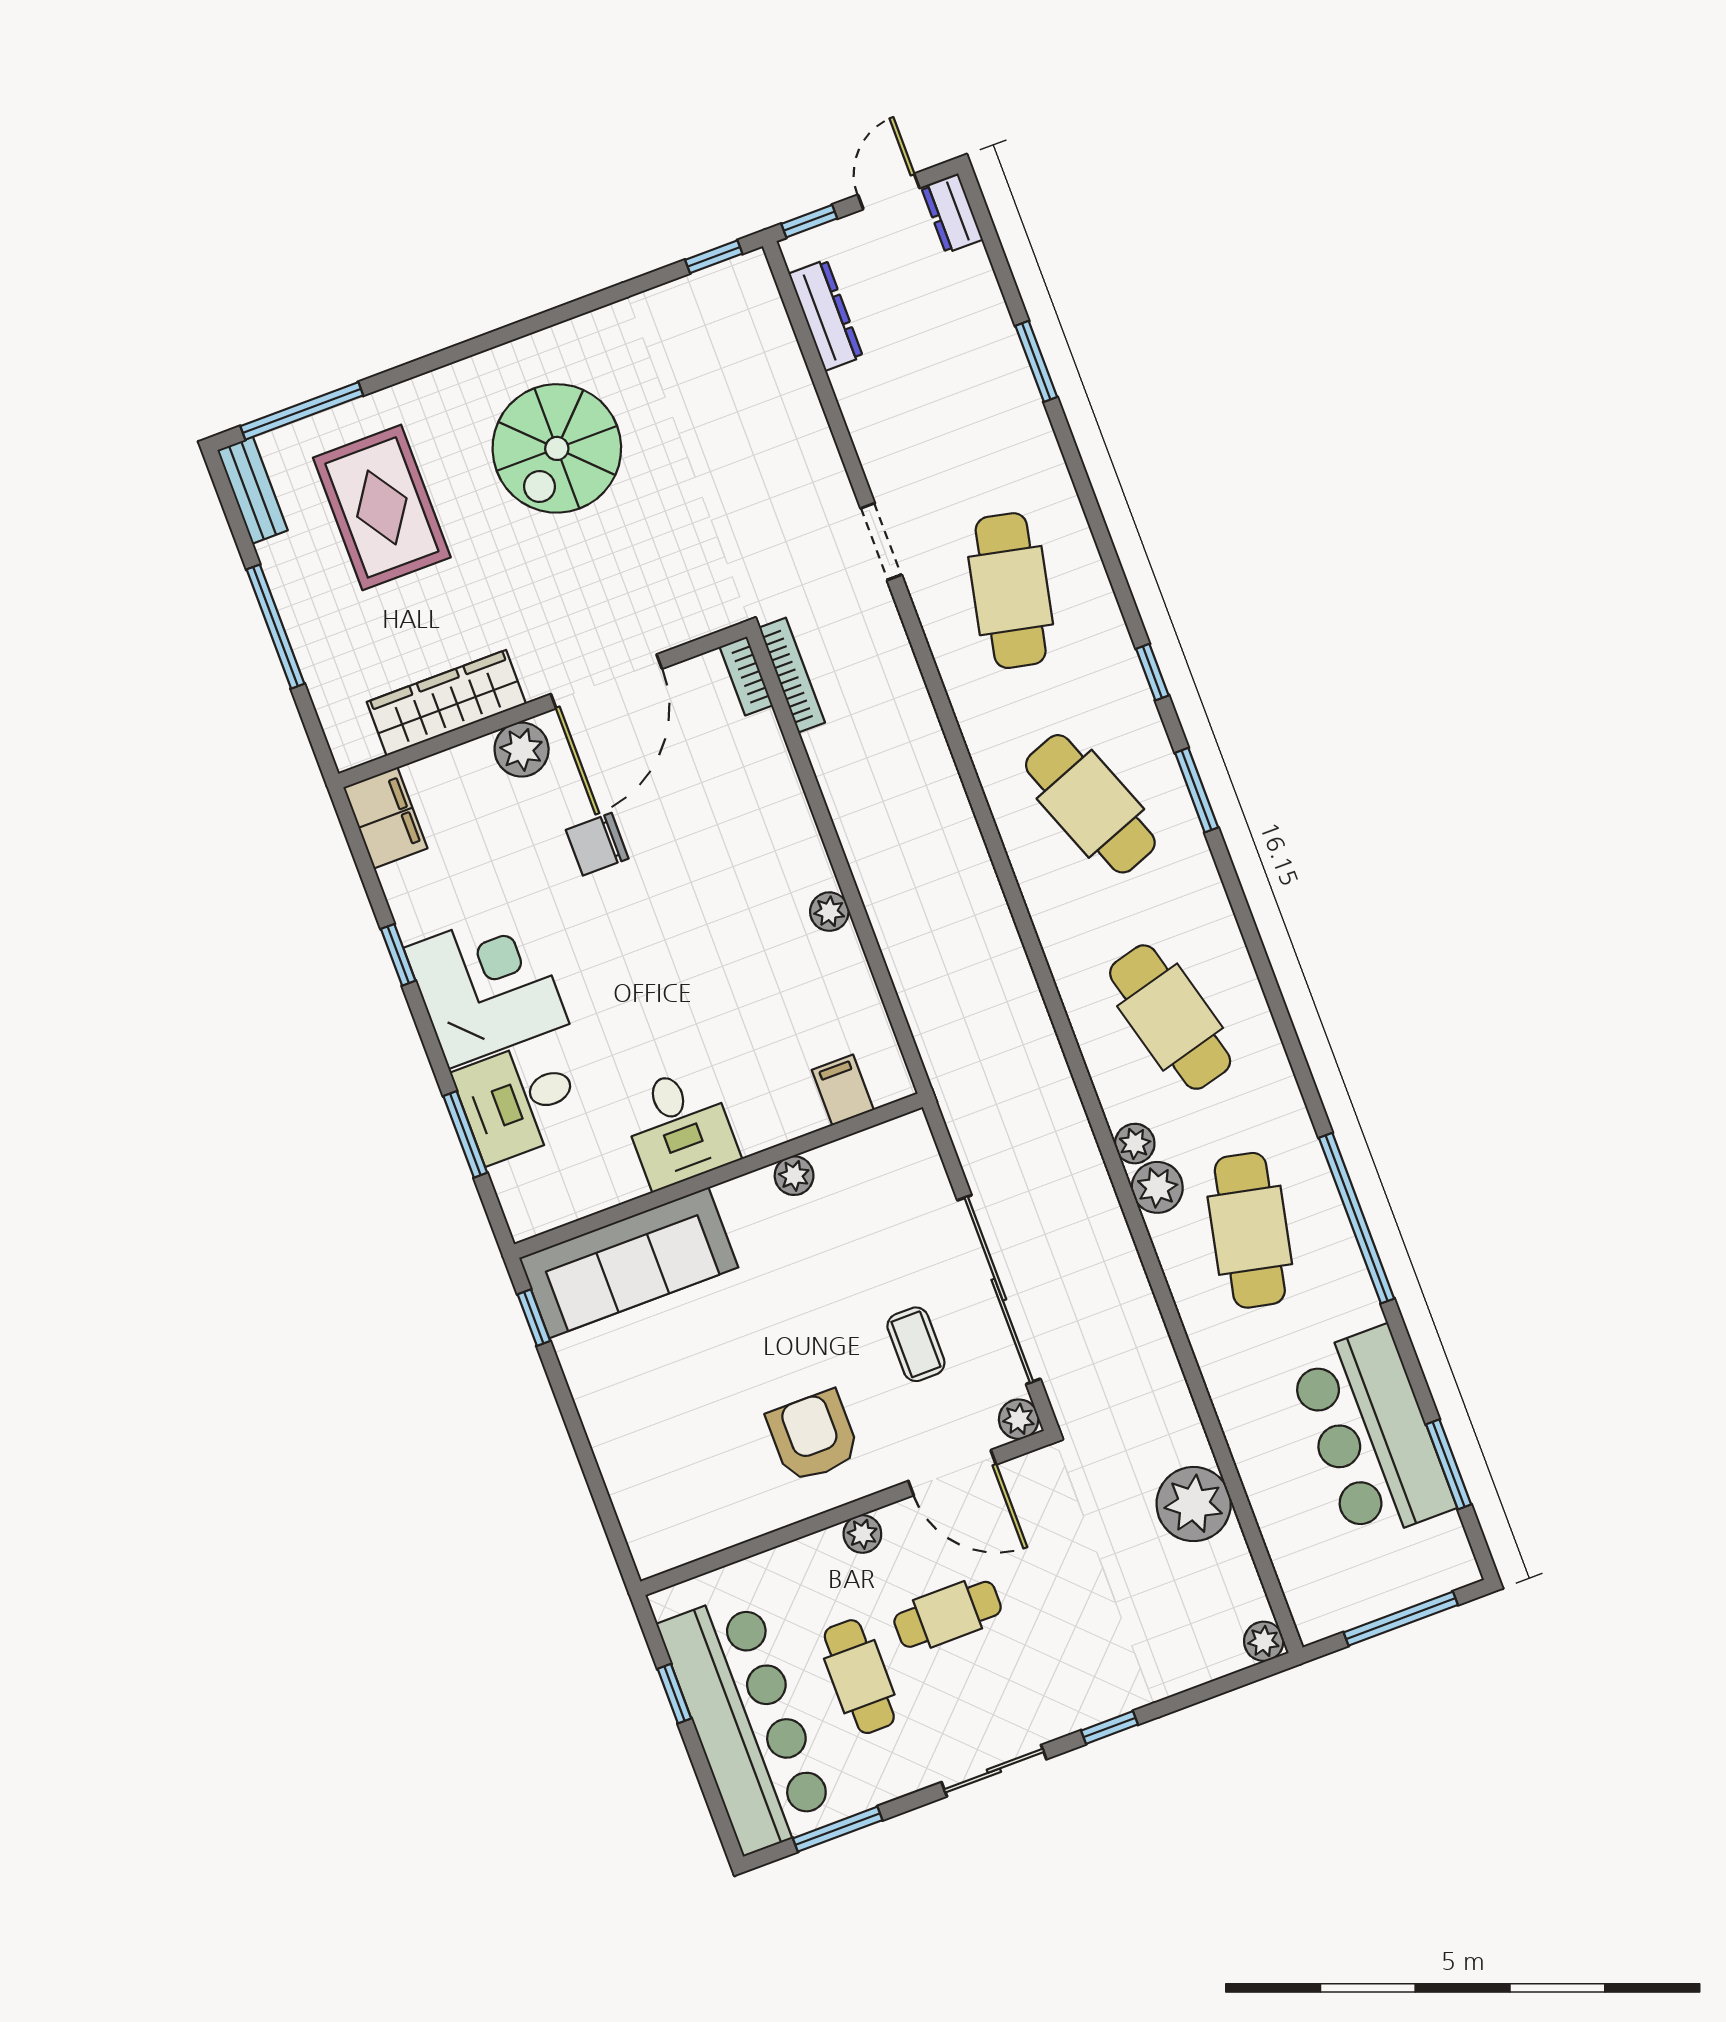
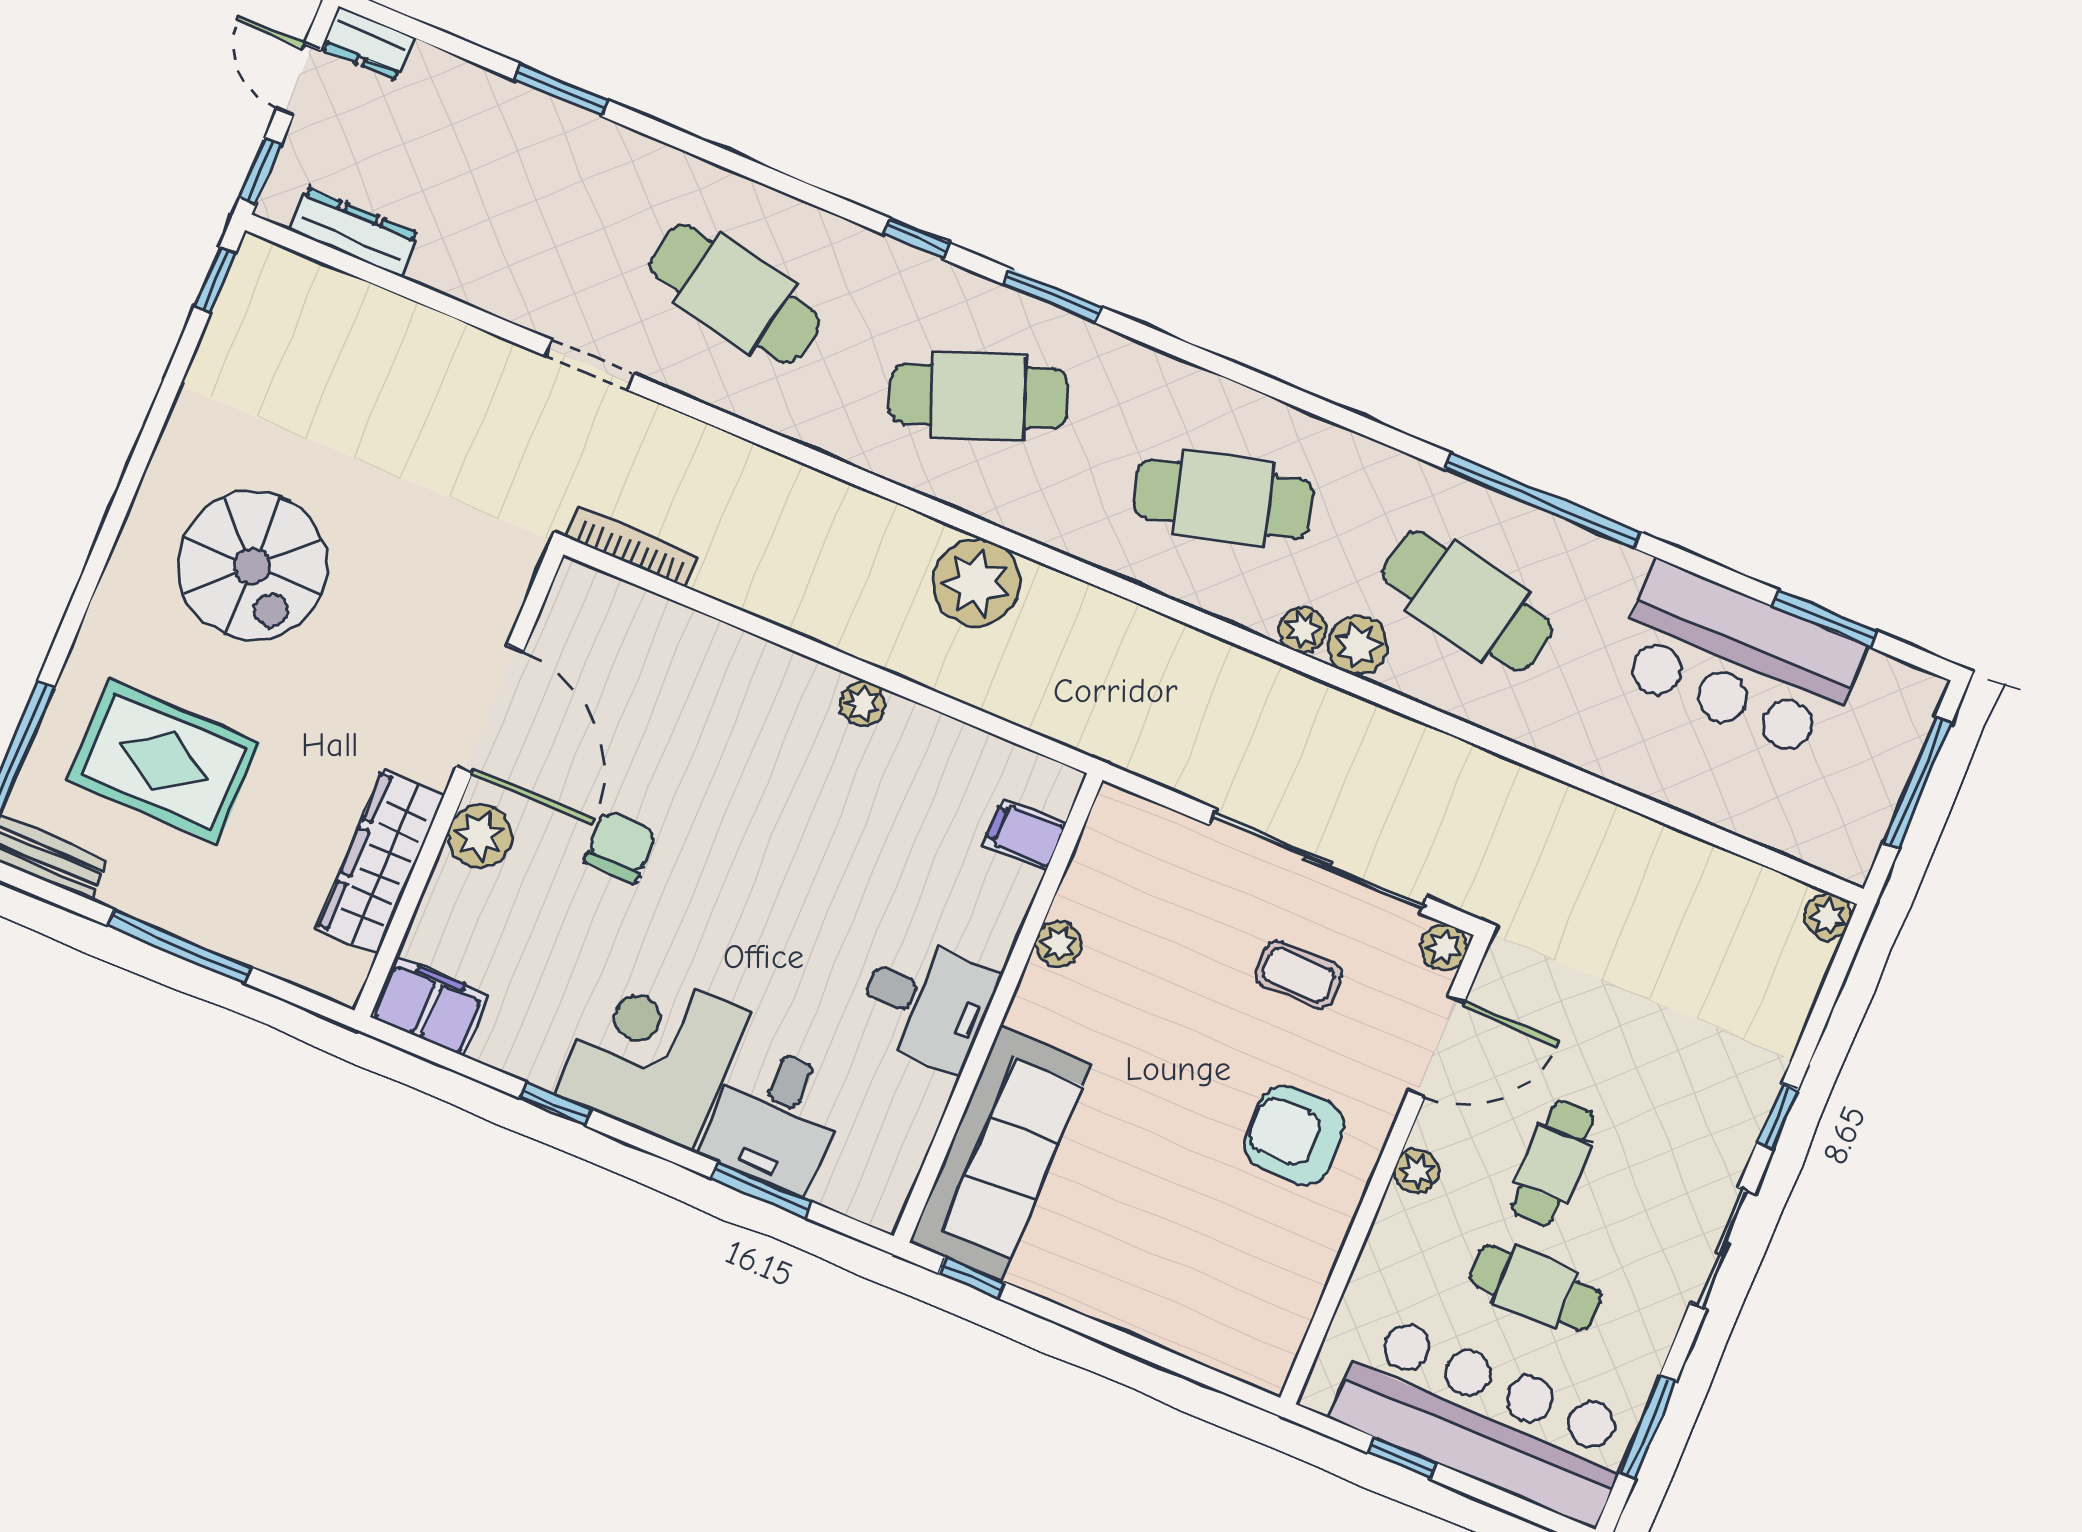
bookcase: (746, 676) -> (596, 586), removed
chair: (597, 844) -> (620, 847), turned 180
plant: (1194, 1504) -> (976, 583), moved

